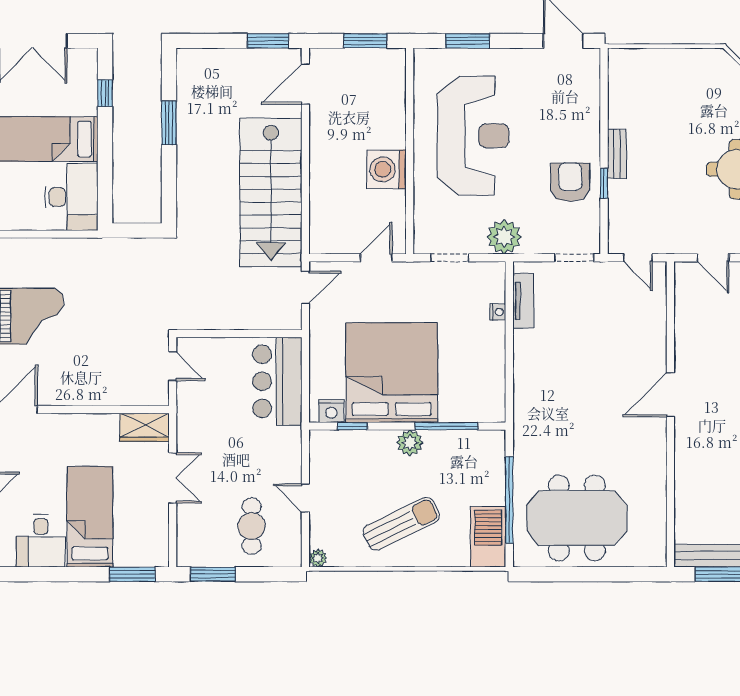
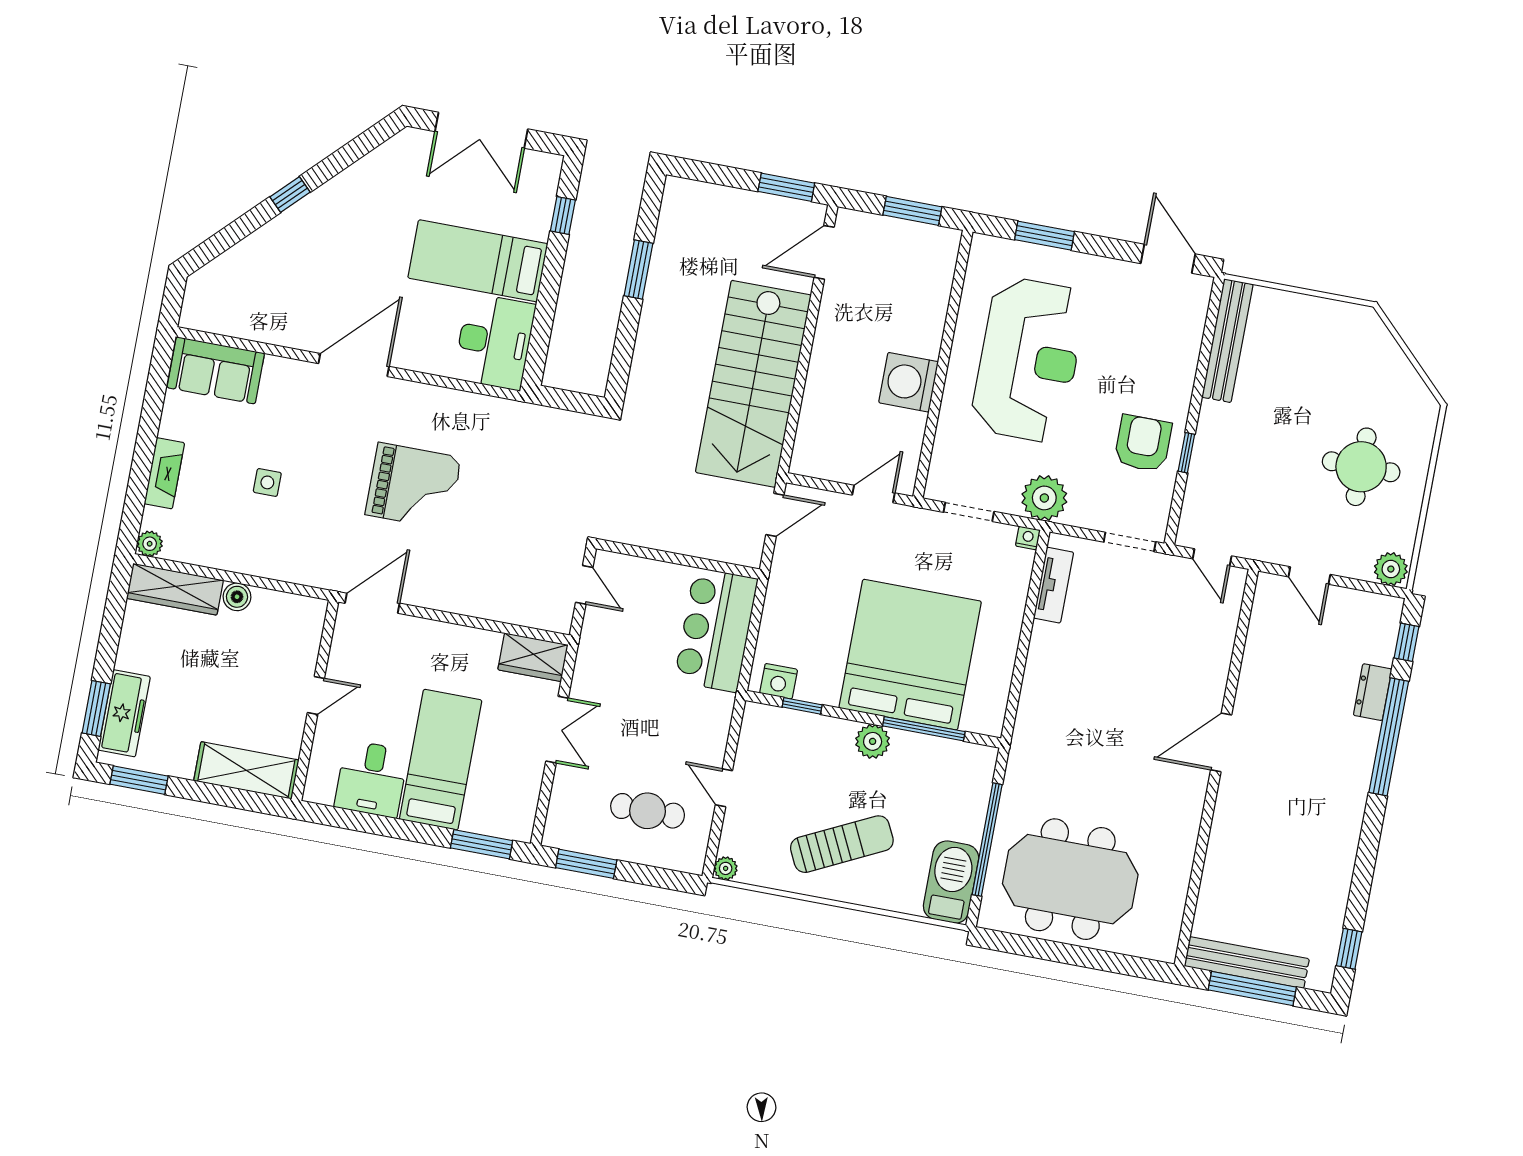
bench: (617, 154) -> (1227, 341), moved, width x1.86, depth x1.21
nightstand: (498, 312) -> (1028, 538), moved, turned -90
bed: (392, 373) -> (910, 655), moved
cafe table: (252, 526) -> (648, 811), turned 90

